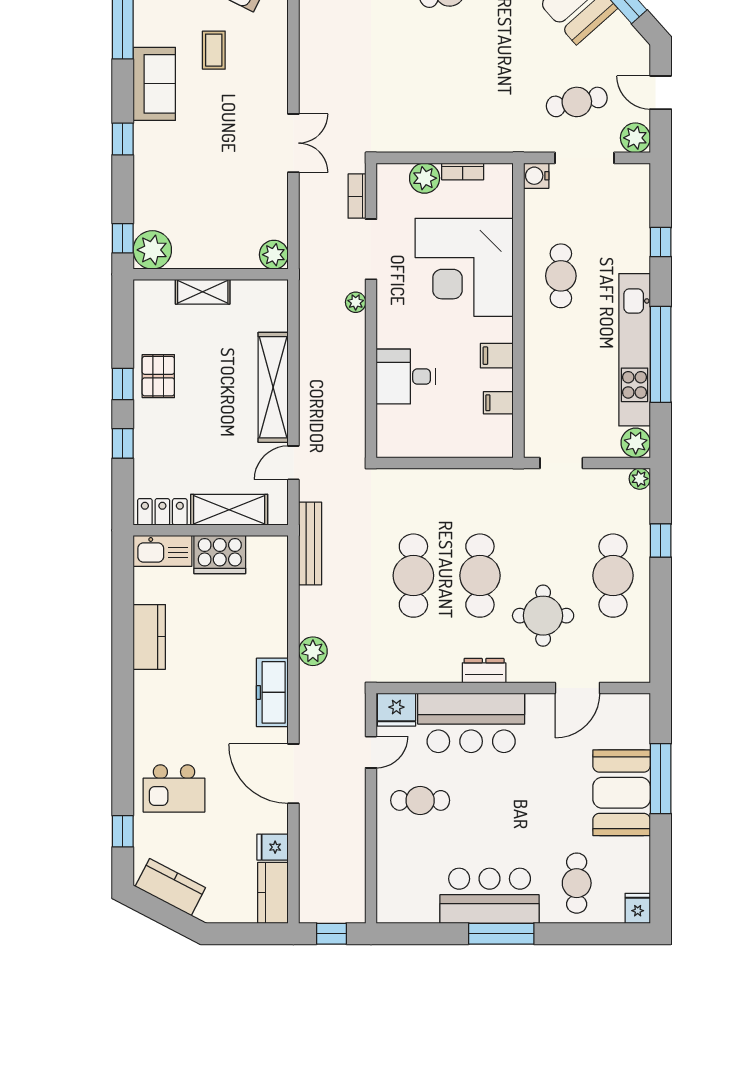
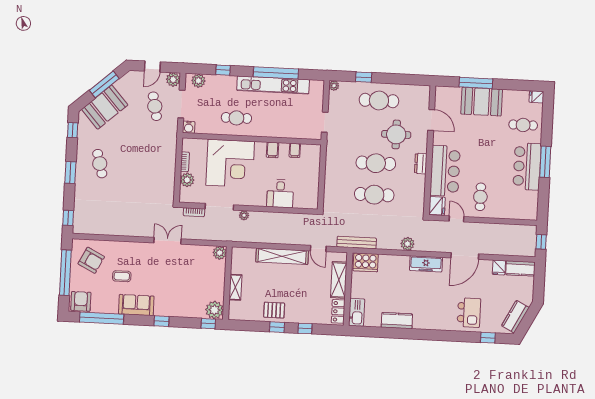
plant: (636, 443) -> (198, 81), moved
cooker: (220, 555) -> (366, 262), moved, turned 90

